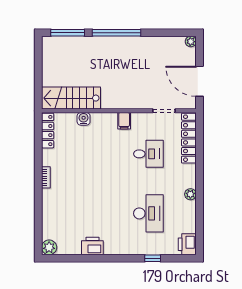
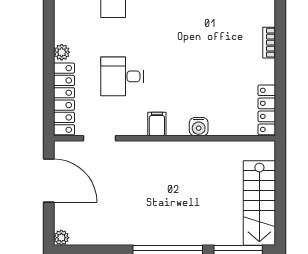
stairs: (71, 98) -> (259, 203), moved, turned 90
water cooler: (84, 119) -> (199, 127), moved
plant: (190, 194) -> (62, 52), moved

